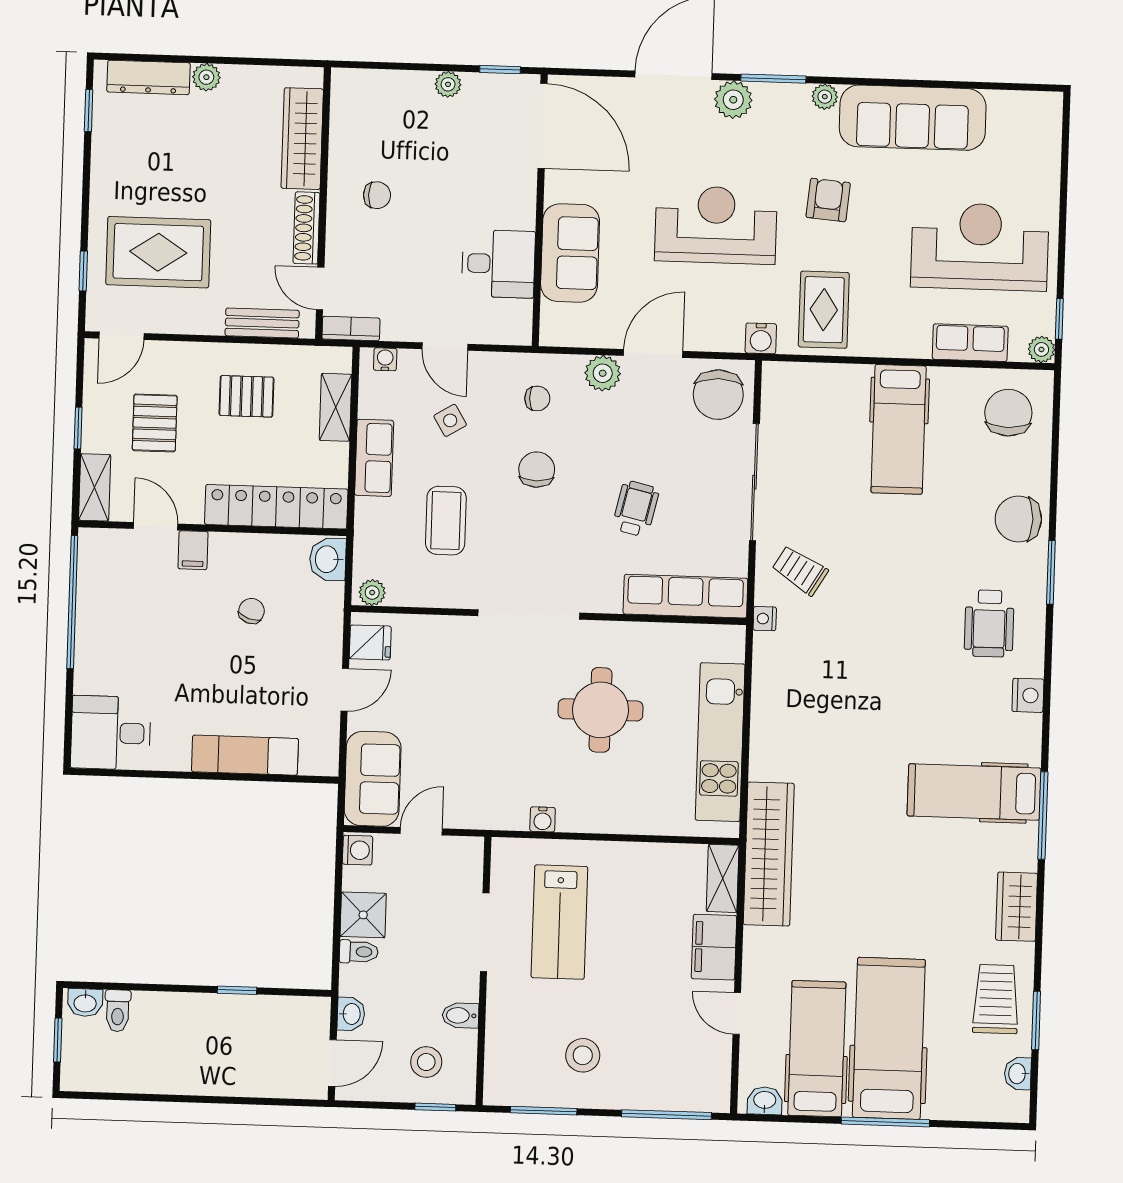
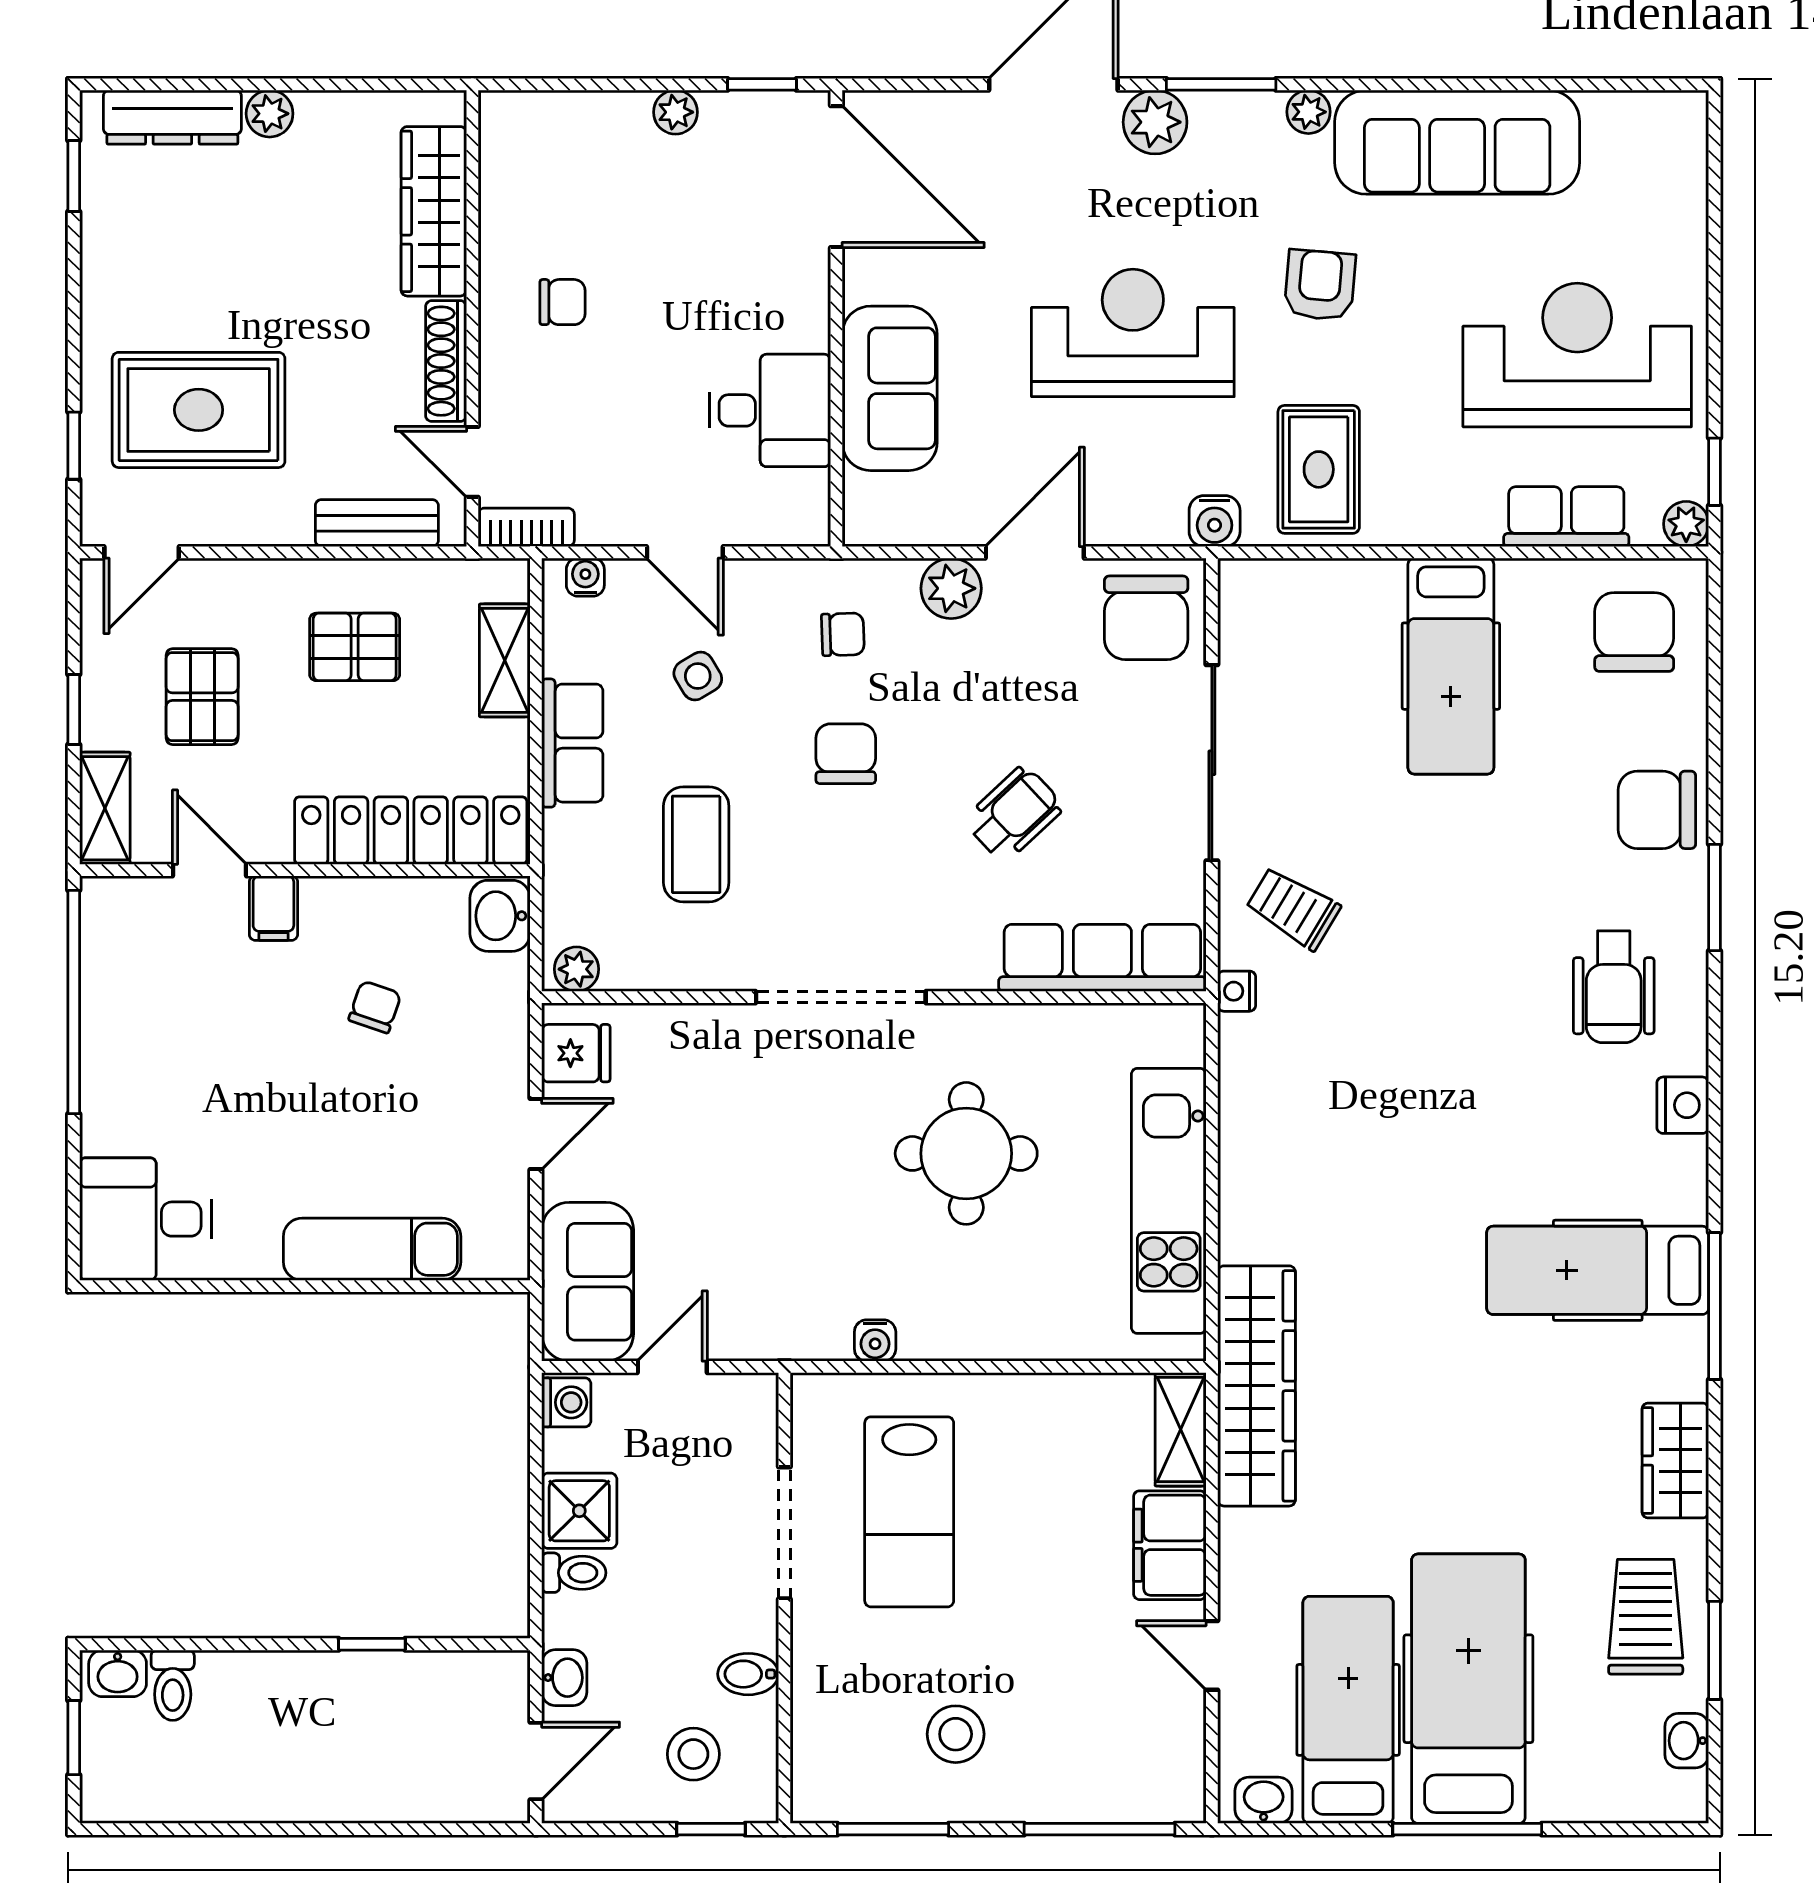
wheelchair: (636, 509) -> (1014, 814), turned 34

